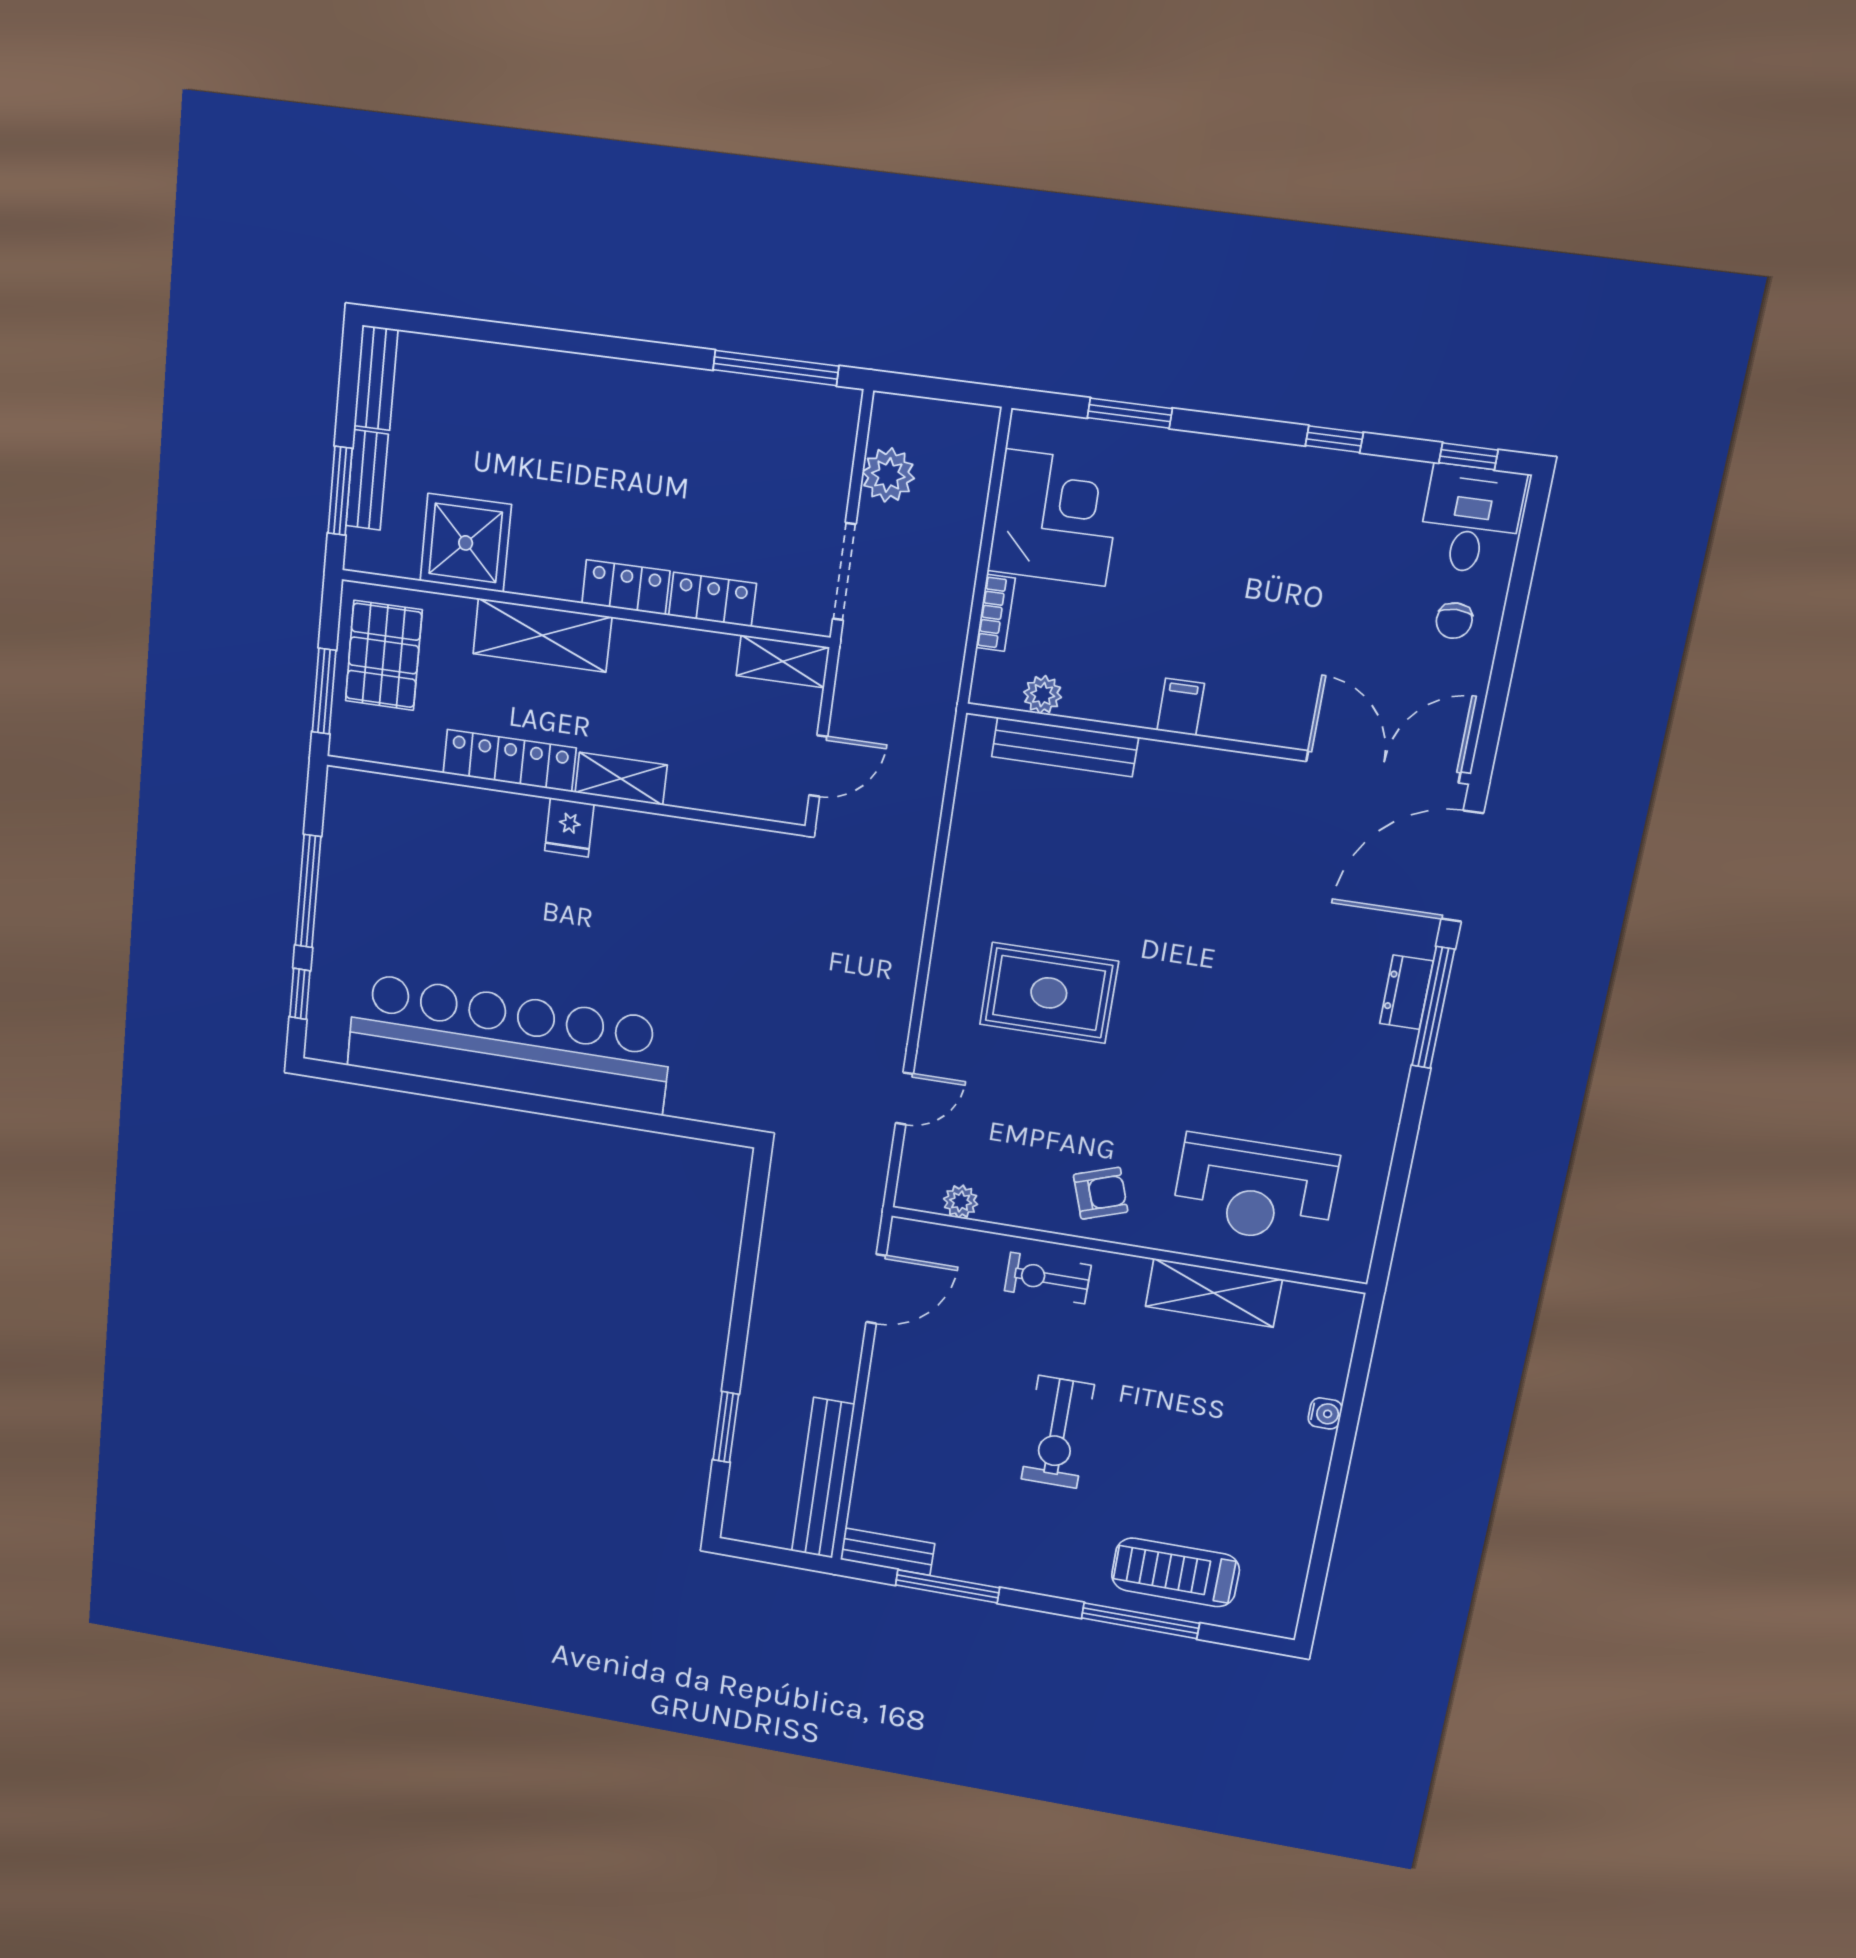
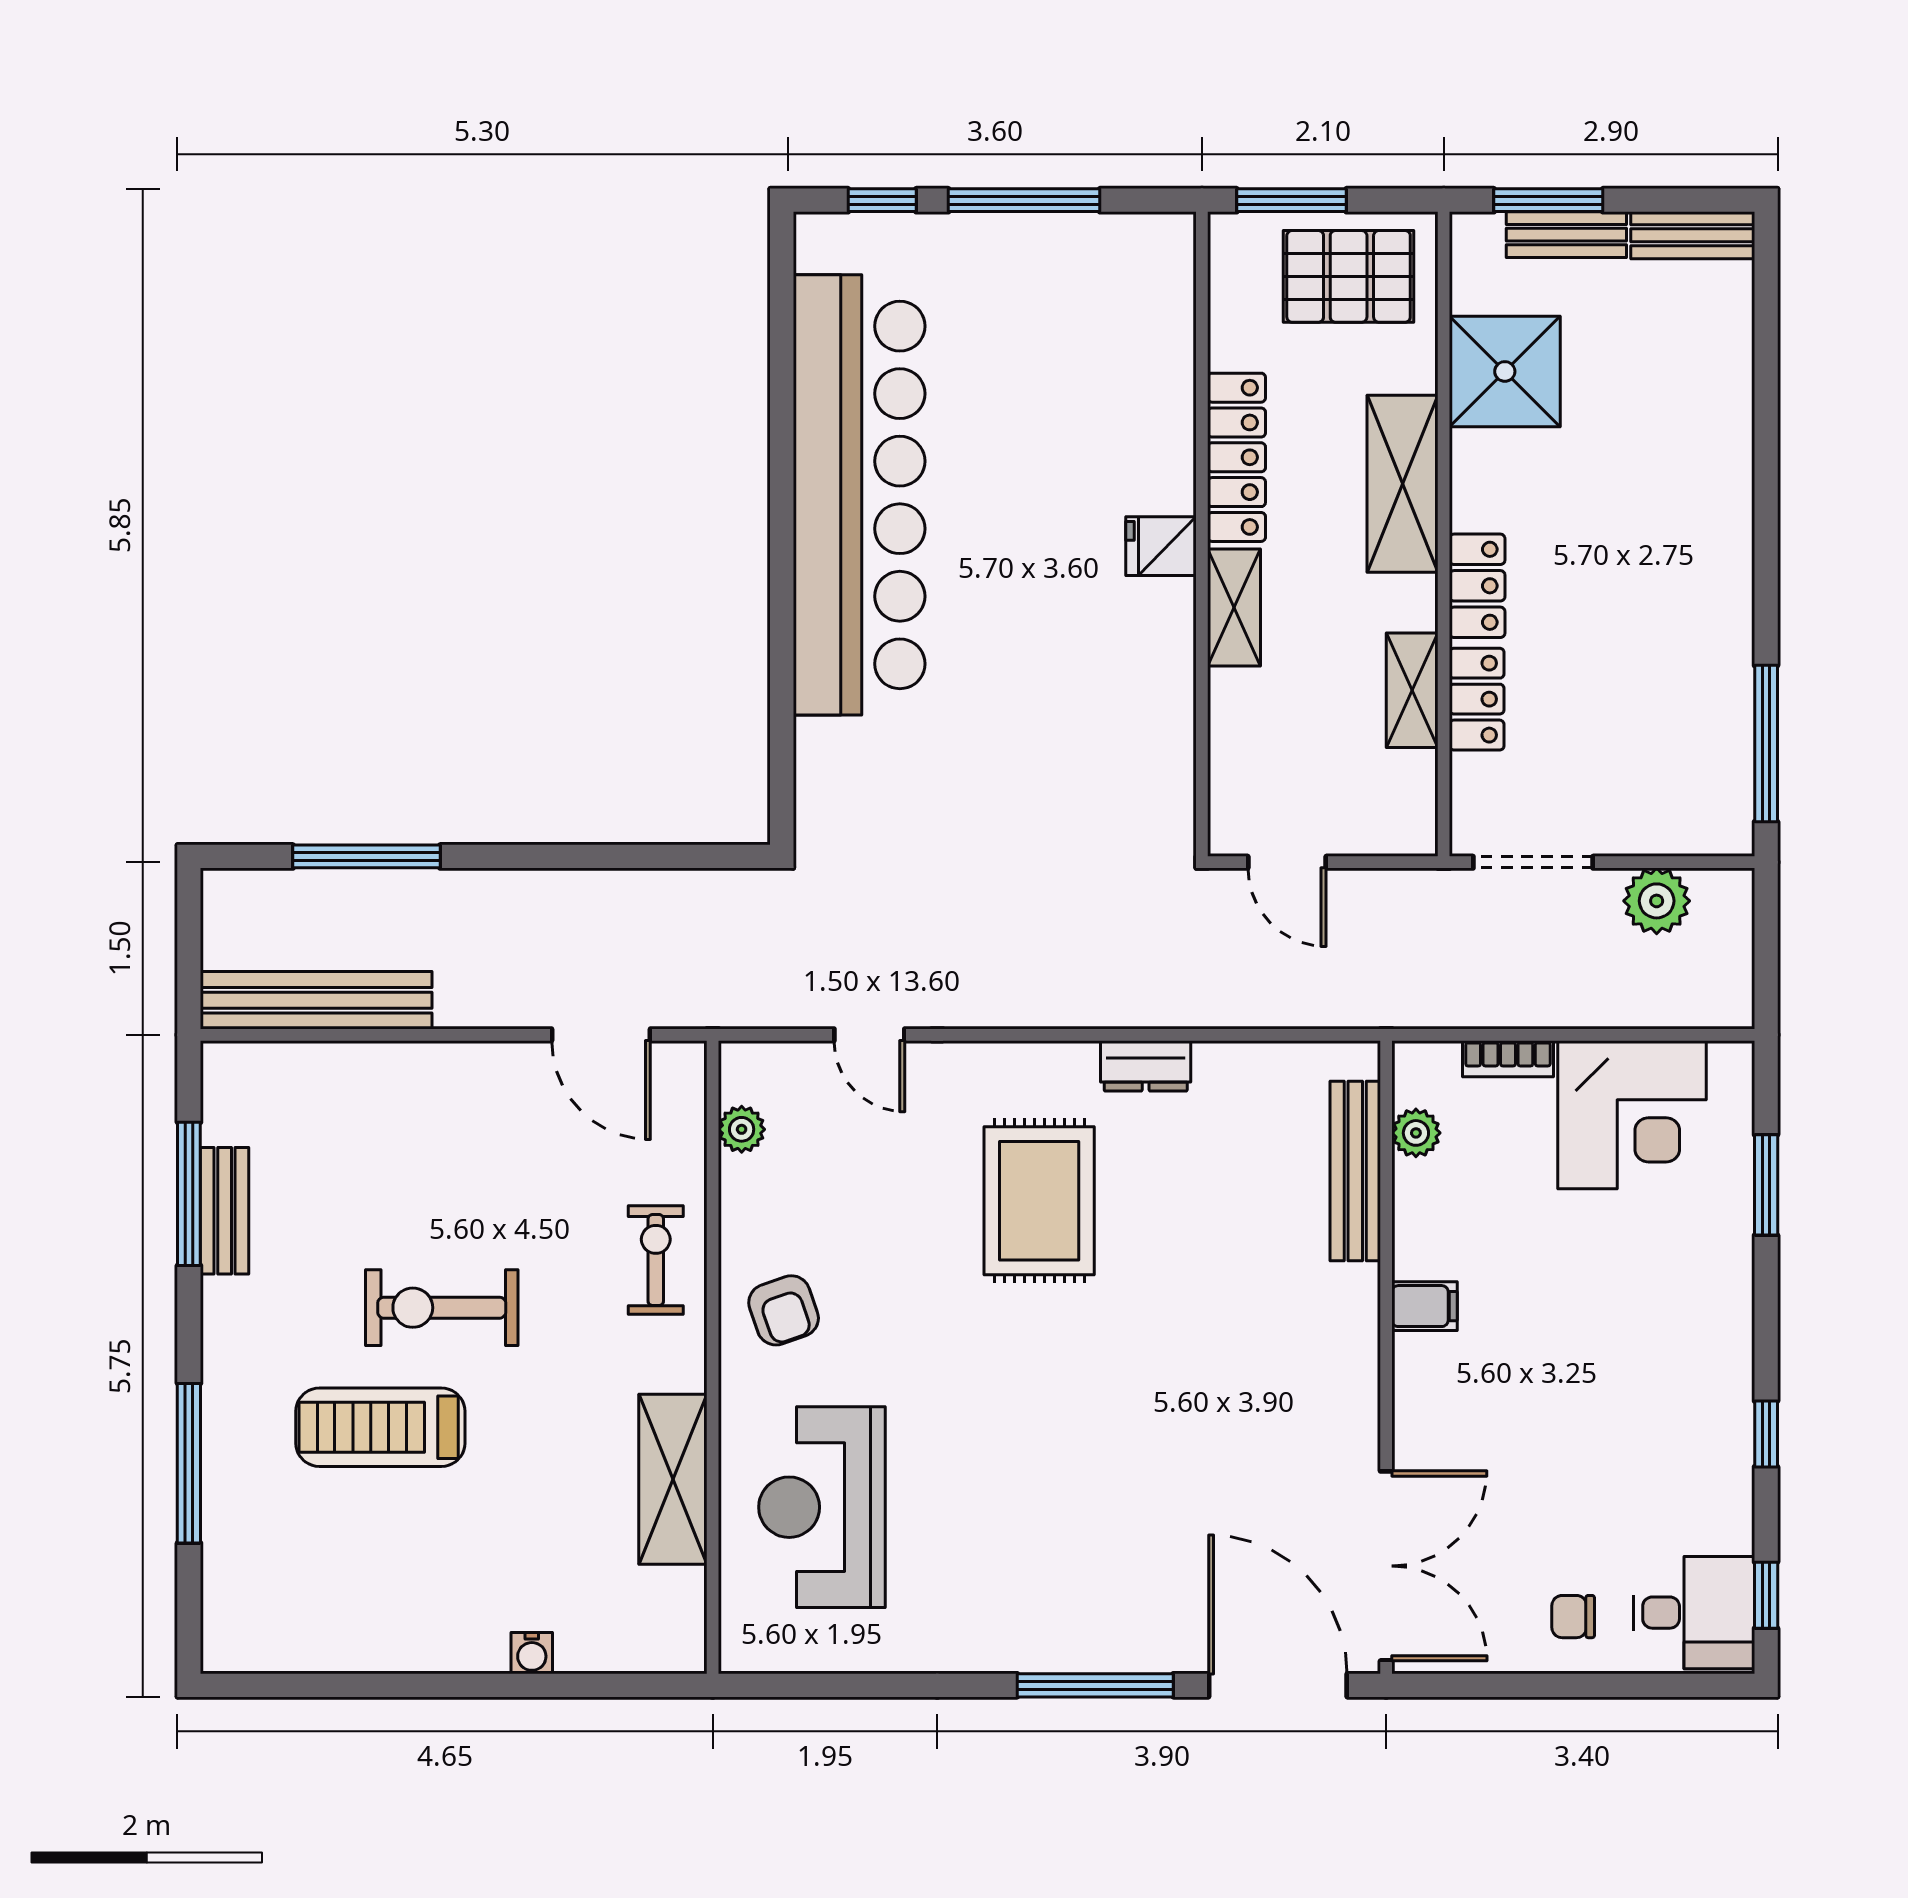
shelving: (783, 661) -> (1412, 690), moved
dresser: (1406, 992) -> (1146, 1066), moved, turned 180
window: (726, 1427) -> (366, 856), width x1.44
bench: (887, 1552) -> (225, 1211), moved
treadmill: (1175, 1572) -> (380, 1427), moved, turned -90

